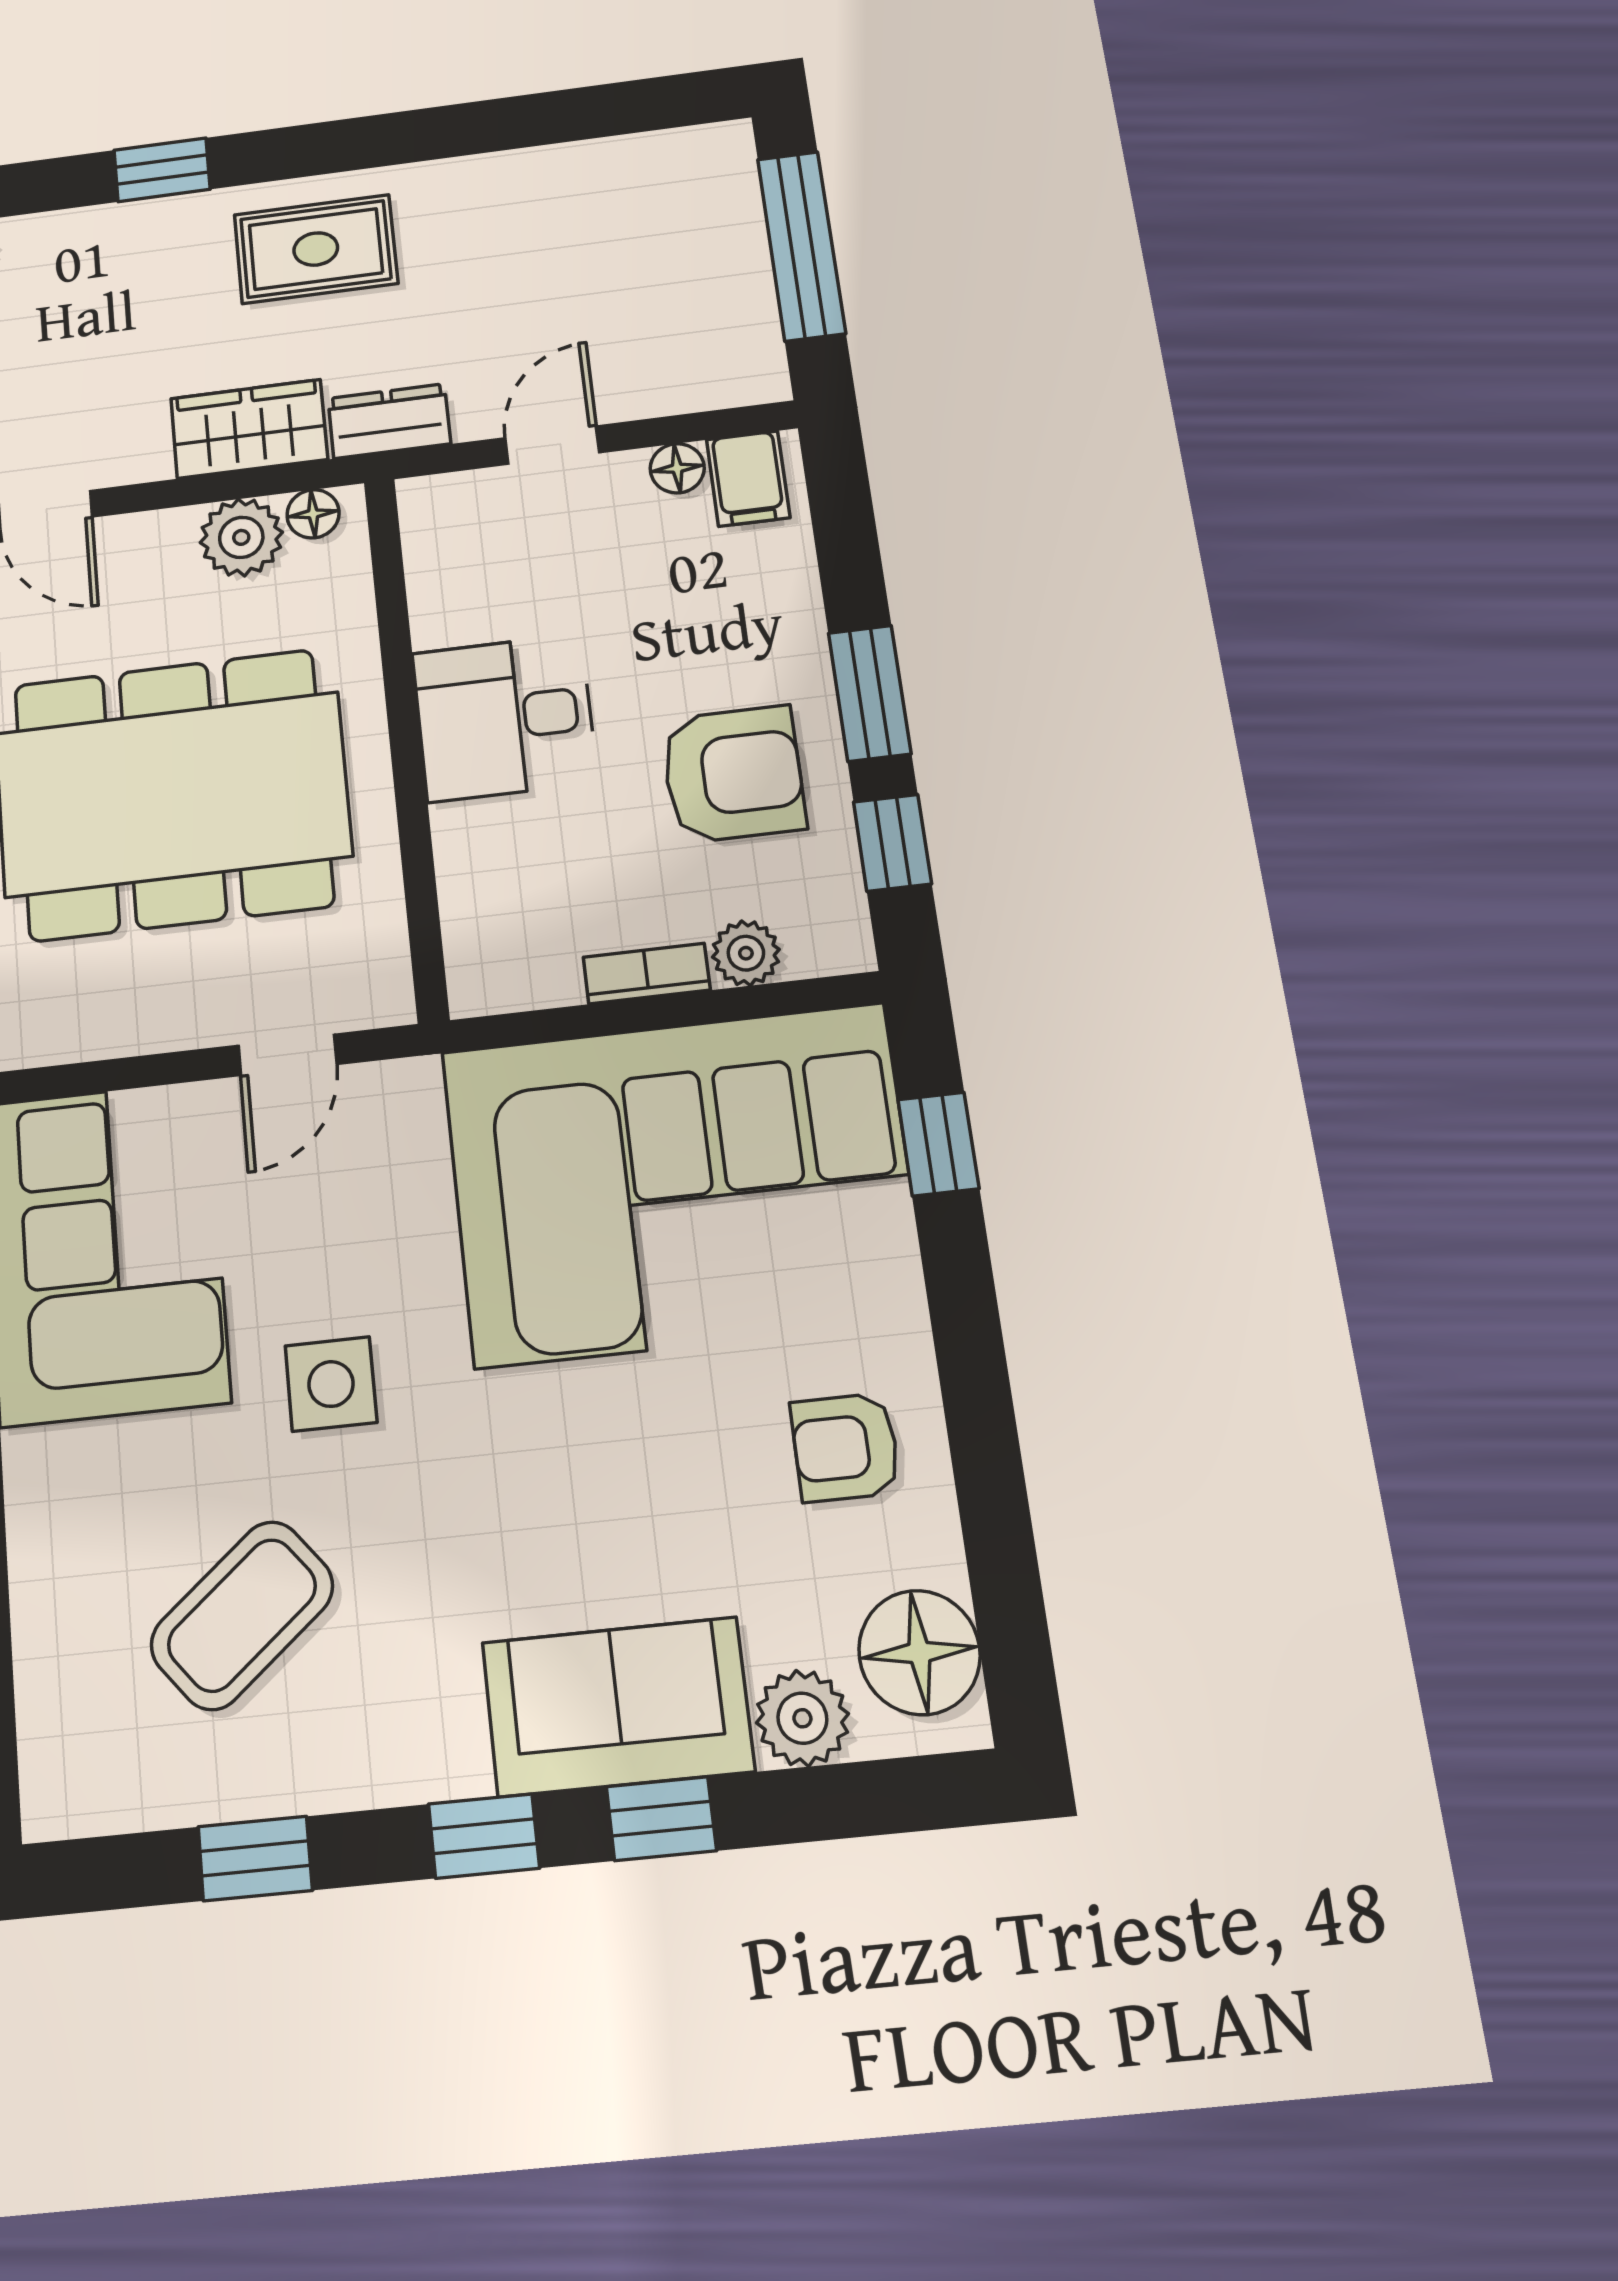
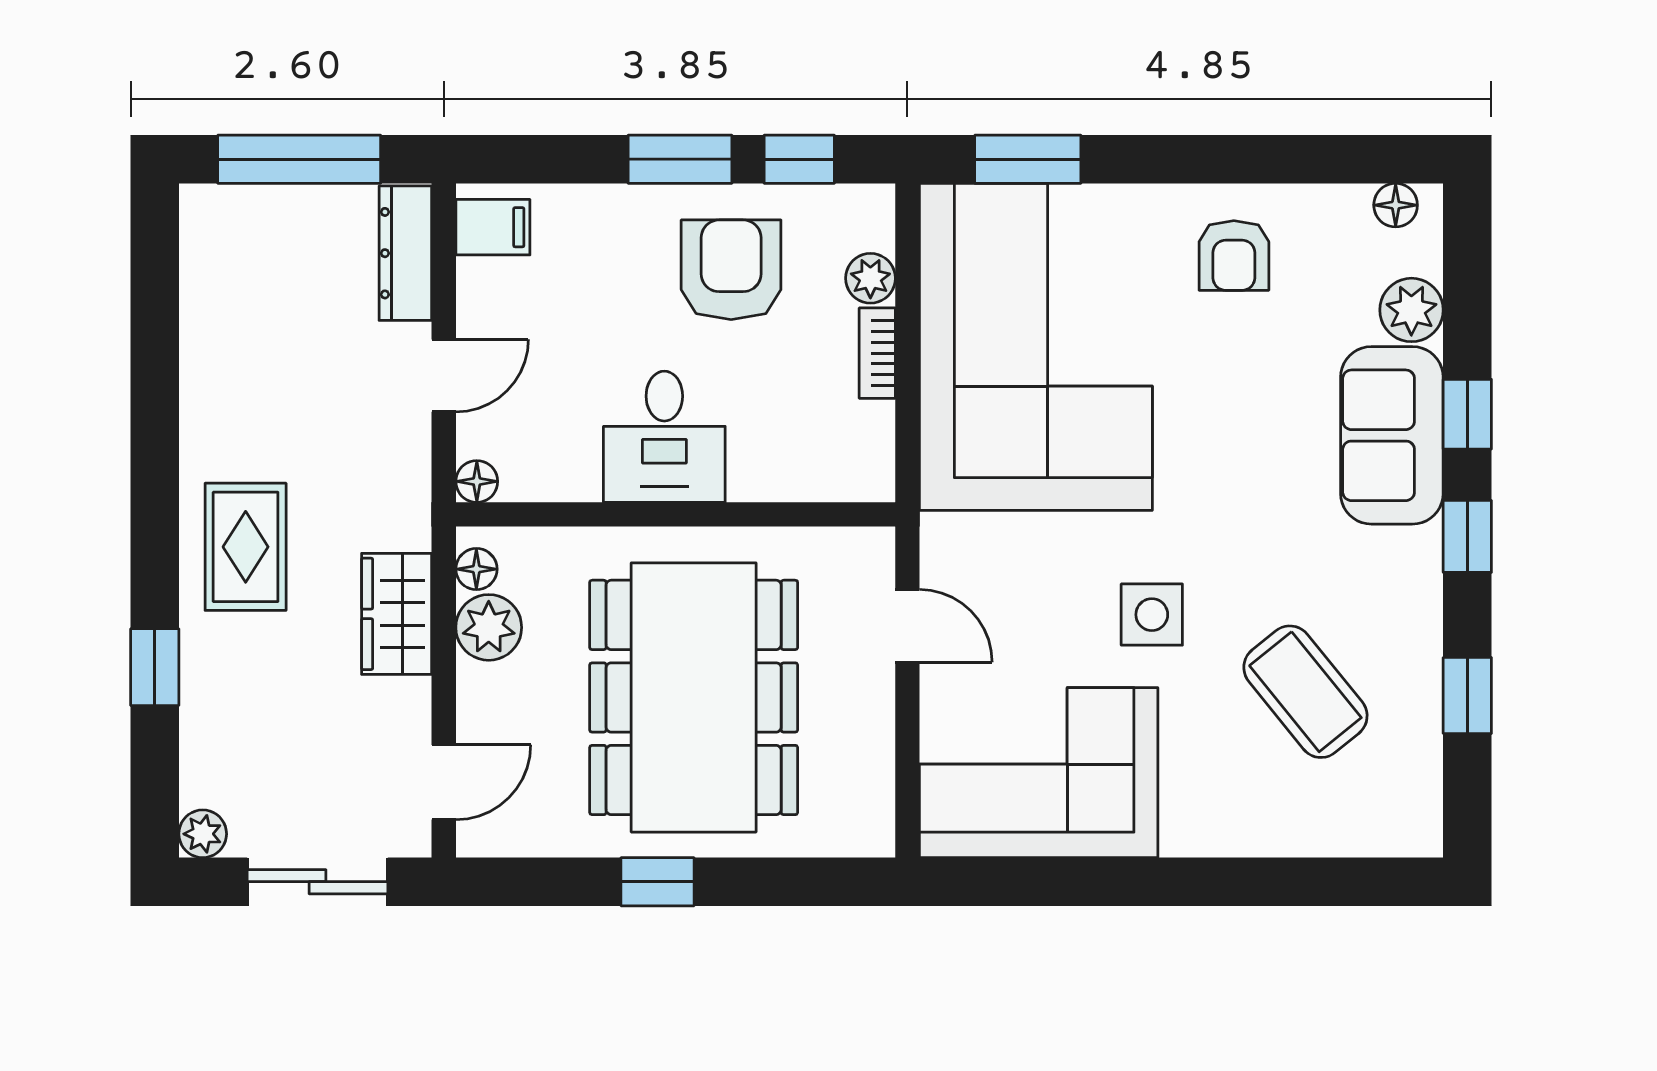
dresser: (389, 421) -> (405, 253), moved, width x1.44
door: (552, 445) -> (444, 376), swing flipped
floor lamp: (677, 468) -> (477, 481), moved
window: (938, 1144) -> (1028, 159), width x1.50
floor lamp: (919, 1652) -> (1396, 205), width x0.53, depth x0.53

